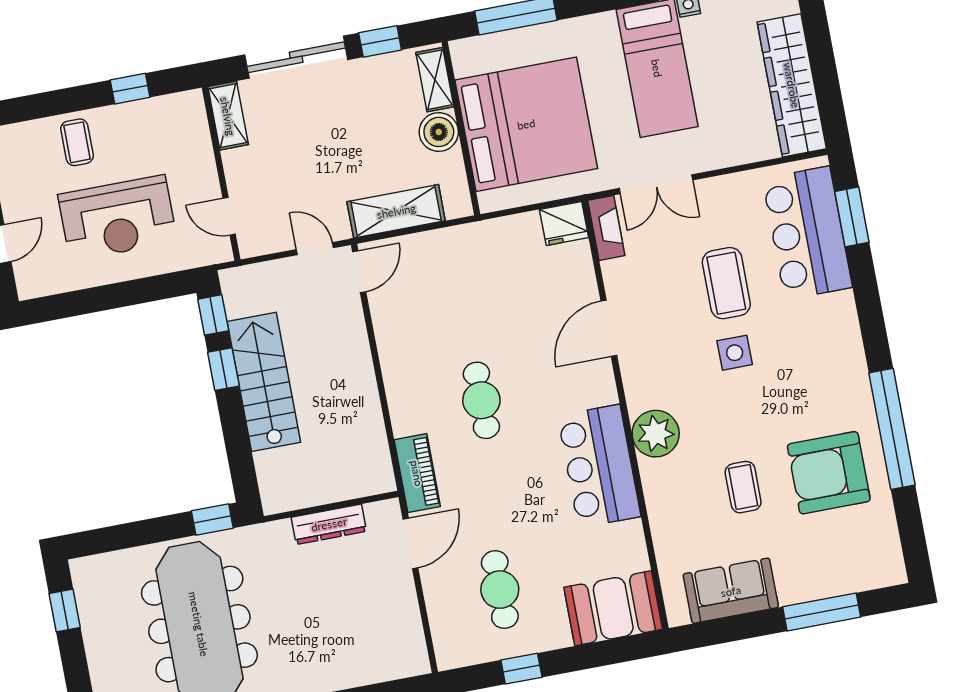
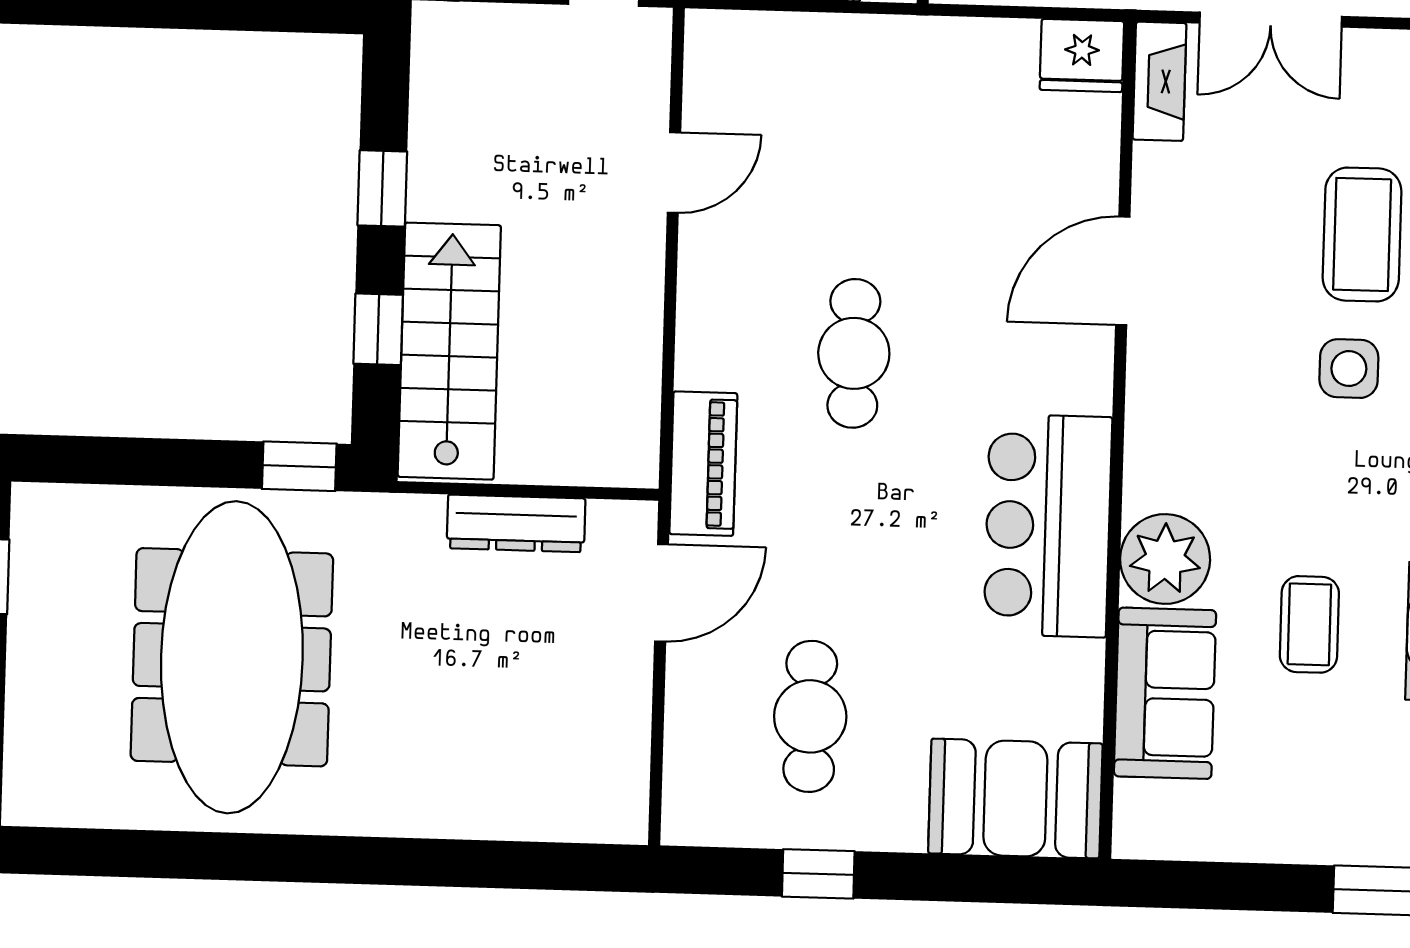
door: (359, 272) -> (674, 173), moved
window: (213, 315) -> (378, 329), moved
stairs: (264, 382) -> (449, 351), moved
plant: (656, 434) -> (1165, 559), moved
sofa: (731, 591) -> (1165, 693), moved, turned 90

